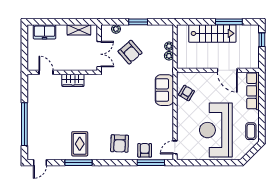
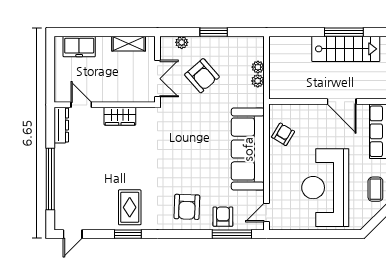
stairs: (212, 33) -> (346, 49), moved
dresser: (32, 87) -> (61, 125), added
sofa: (164, 90) -> (248, 149), width x1.85, depth x1.27
window: (78, 163) -> (128, 234), width x0.69

